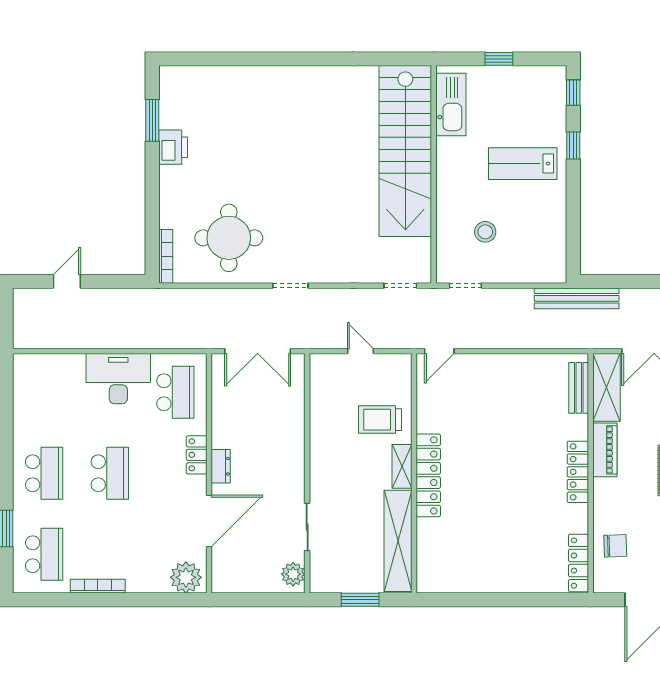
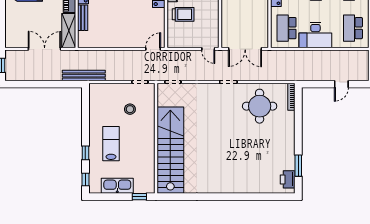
window: (499, 59) -> (139, 197), moved
kitchen sink: (451, 104) -> (117, 186), moved, turned 90
printer: (173, 147) -> (288, 179), moved
lab bench: (523, 164) -> (111, 144), turned -90
double door: (258, 351) -> (245, 49), swing flipped
door: (361, 351) -> (208, 49), moved
bench: (579, 388) -> (83, 18), moved
school desk: (44, 392) -> (353, 28), added

